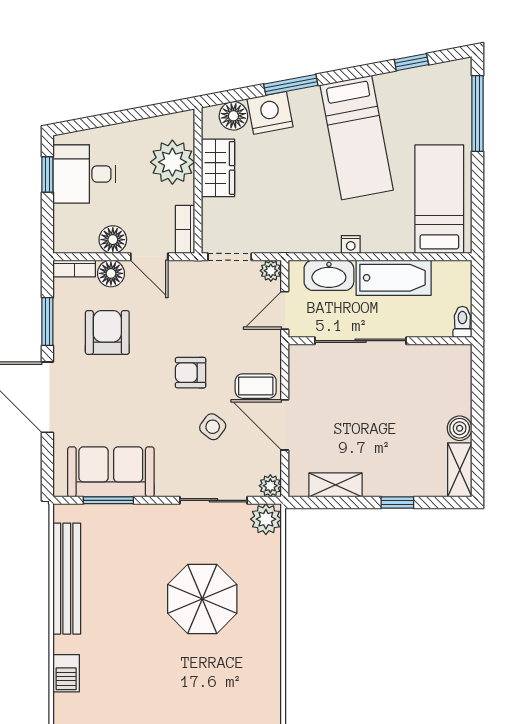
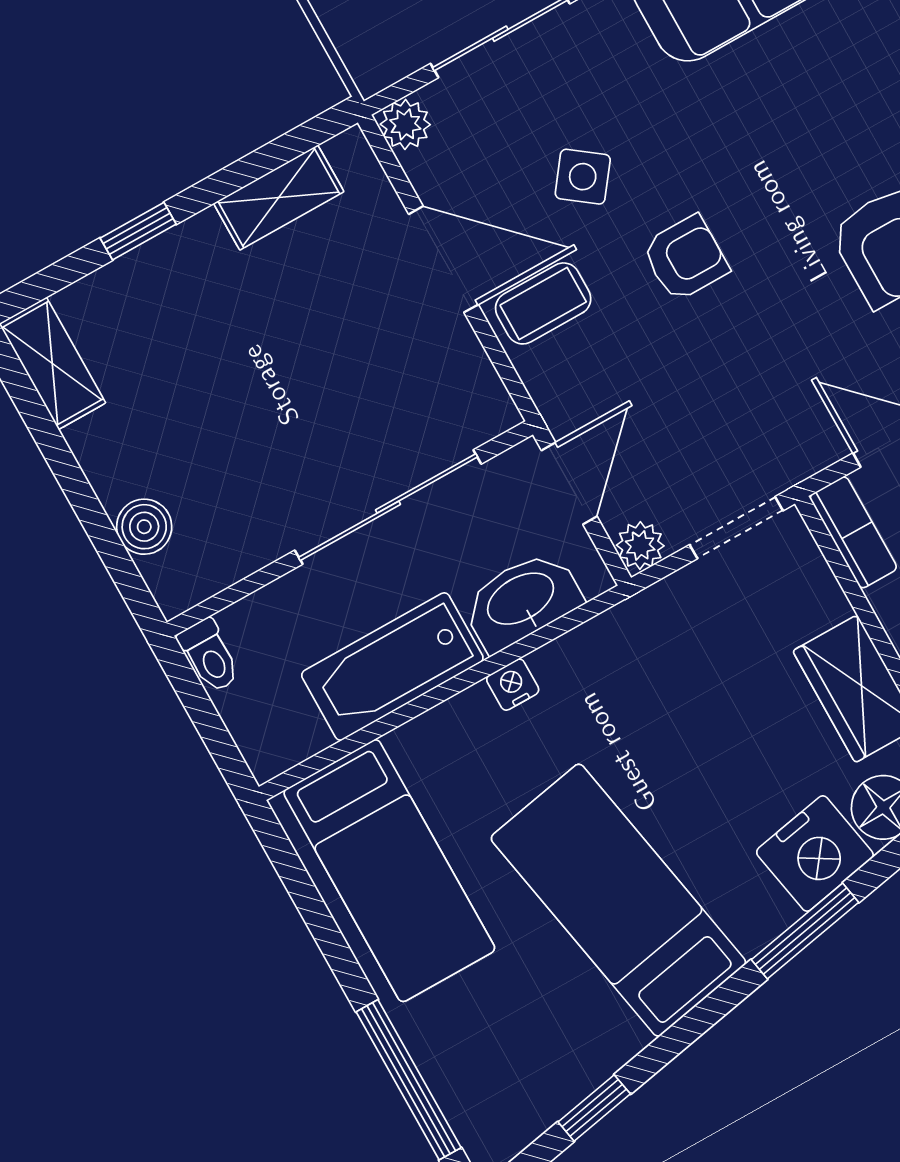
boiler: (460, 428) -> (144, 527), moved
plant: (266, 519) -> (377, 54), removed

